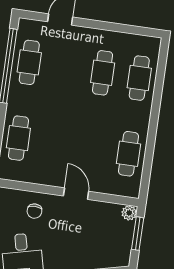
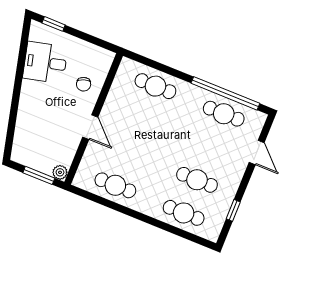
window: (124, 29) -> (233, 210), added
door: (76, 194) -> (90, 127), hinge flipped
chair: (34, 211) -> (84, 84), turned -109

